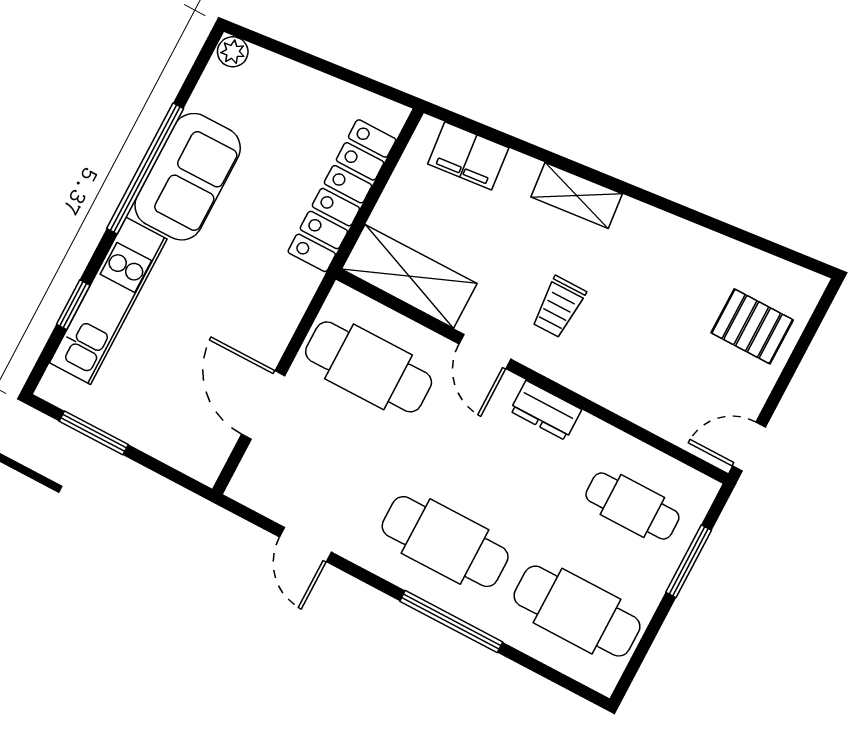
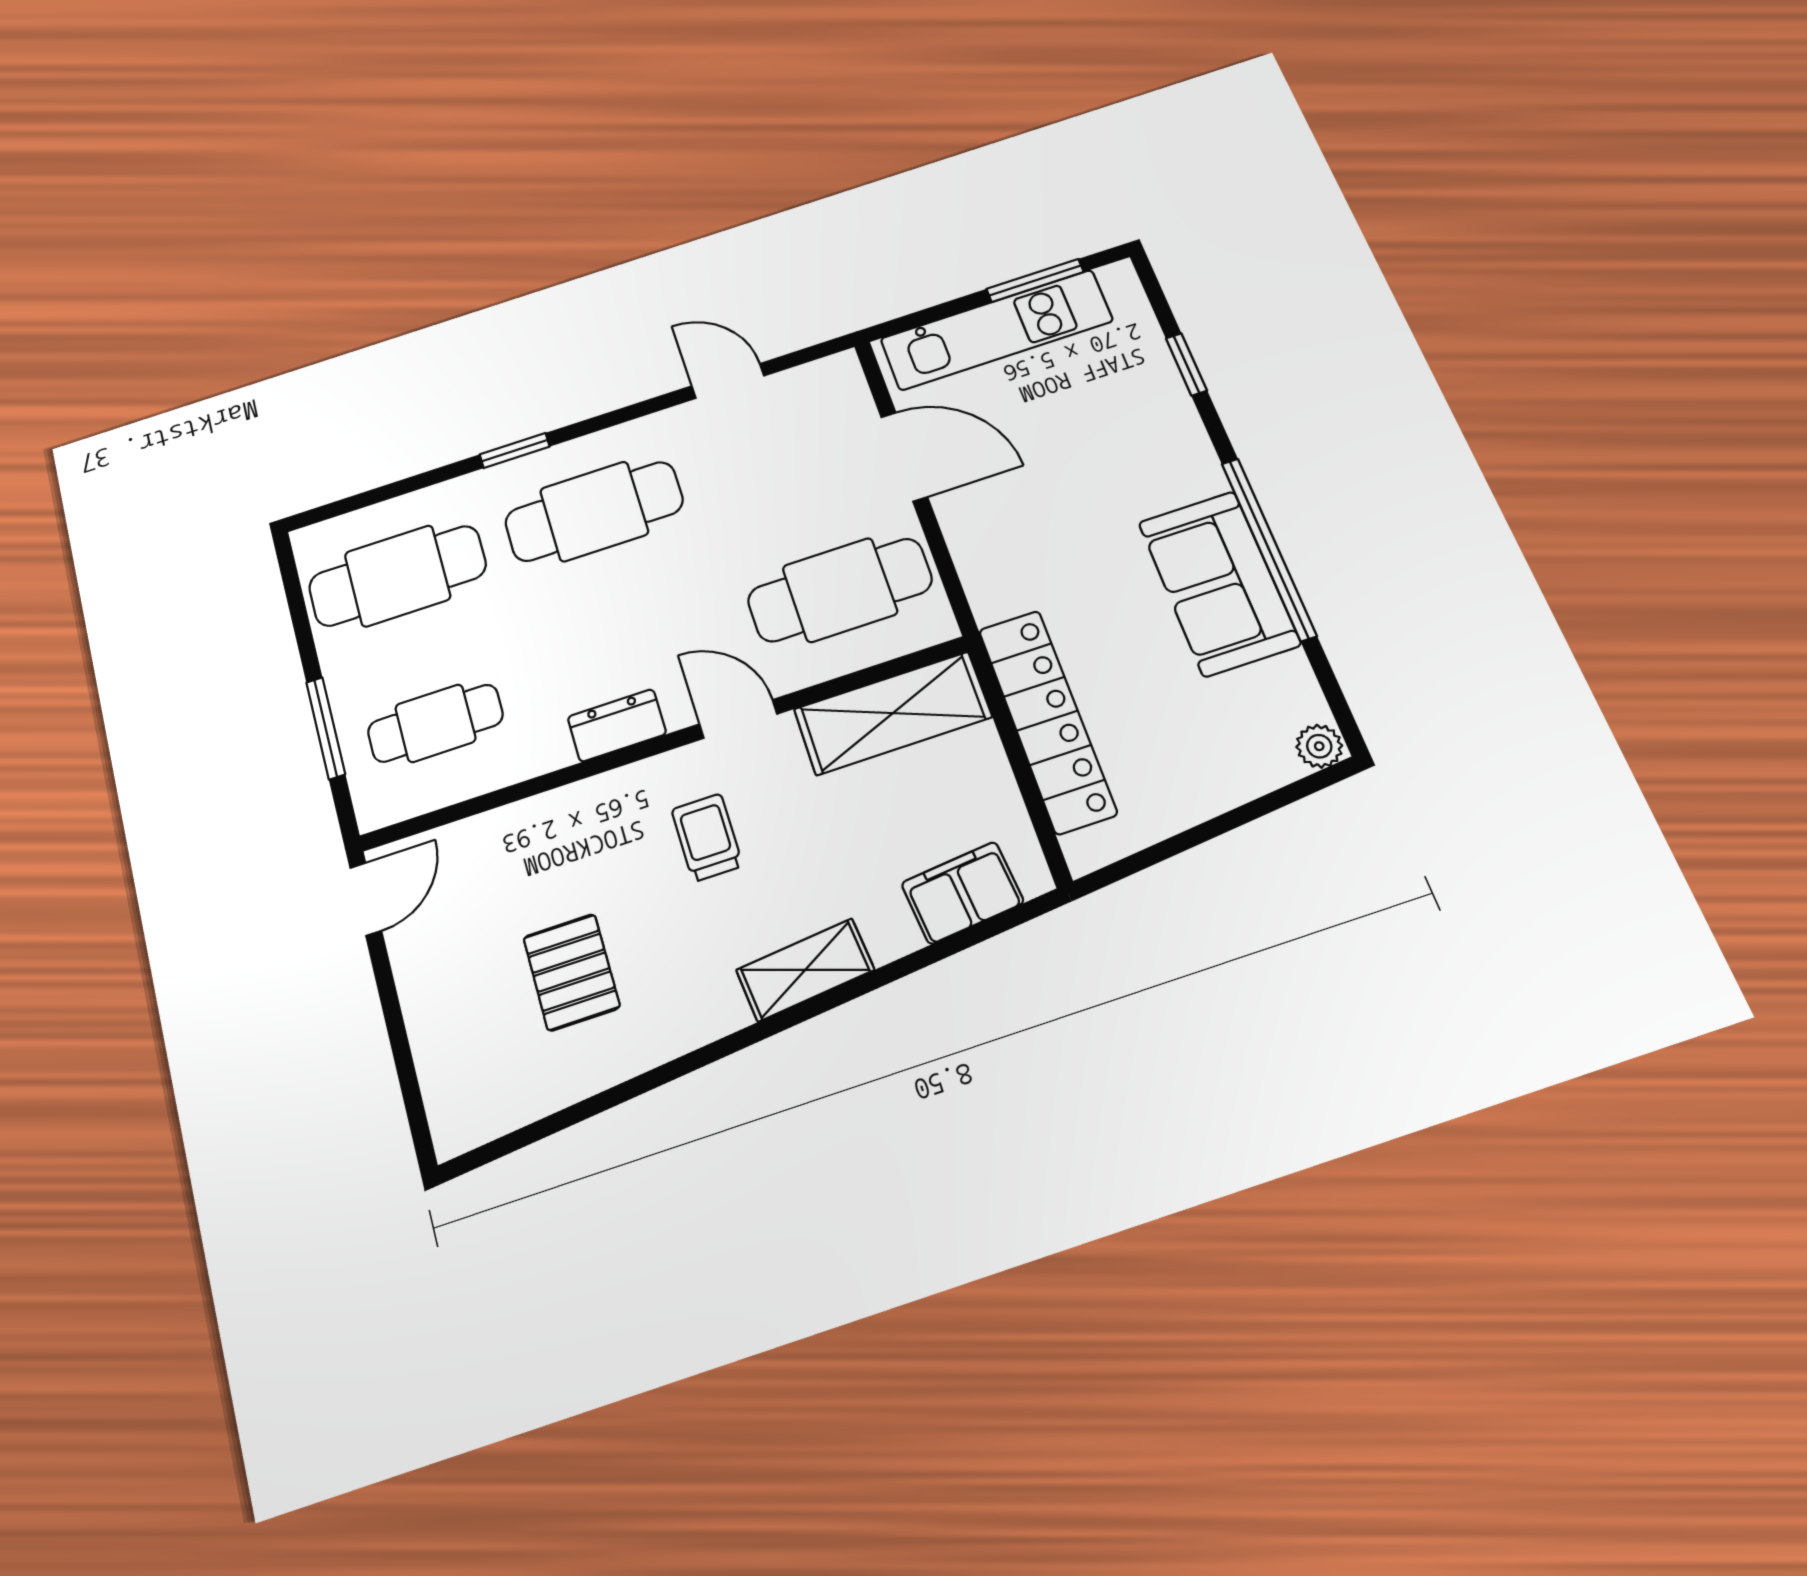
kitchen unit: (108, 301) -> (996, 330), moved, turned -90
pallet: (752, 326) -> (572, 972), moved, turned 90
window: (451, 622) -> (515, 451), width x0.46

